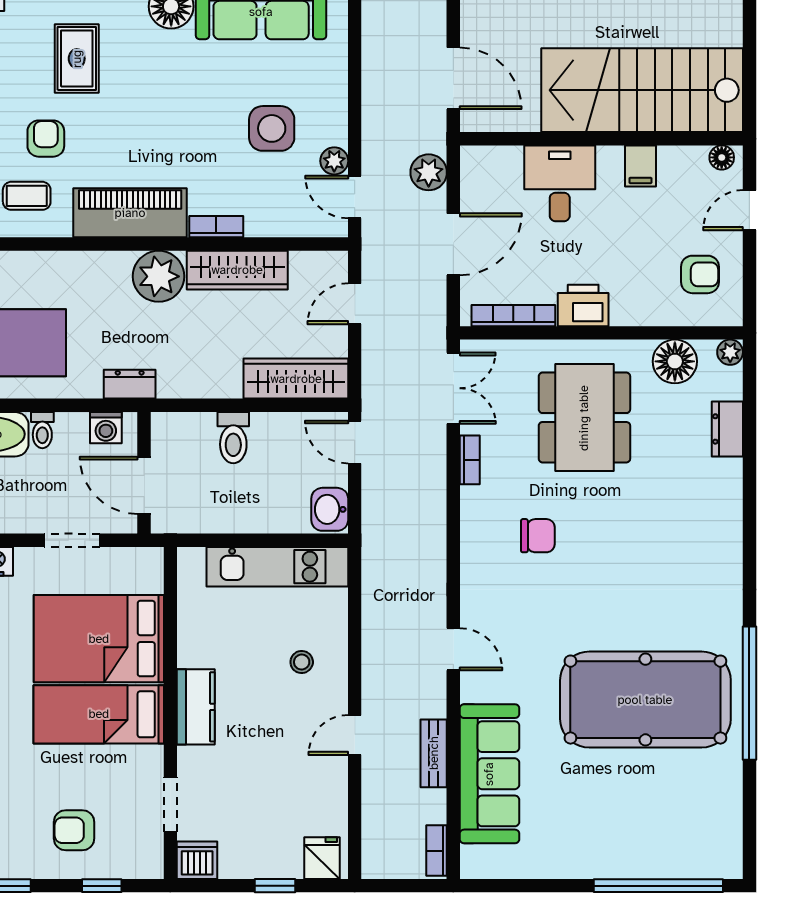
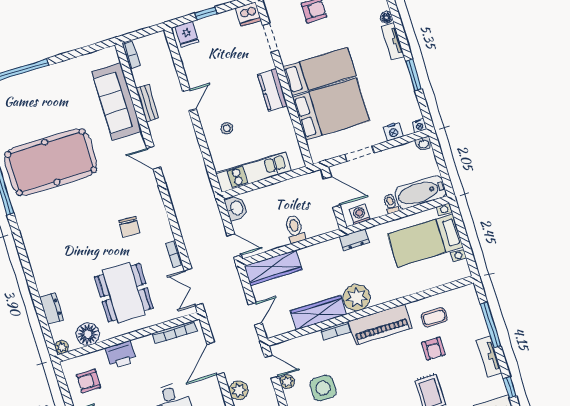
printer: (583, 305) -> (121, 354), moved
chair: (538, 536) -> (129, 227), turned -87

